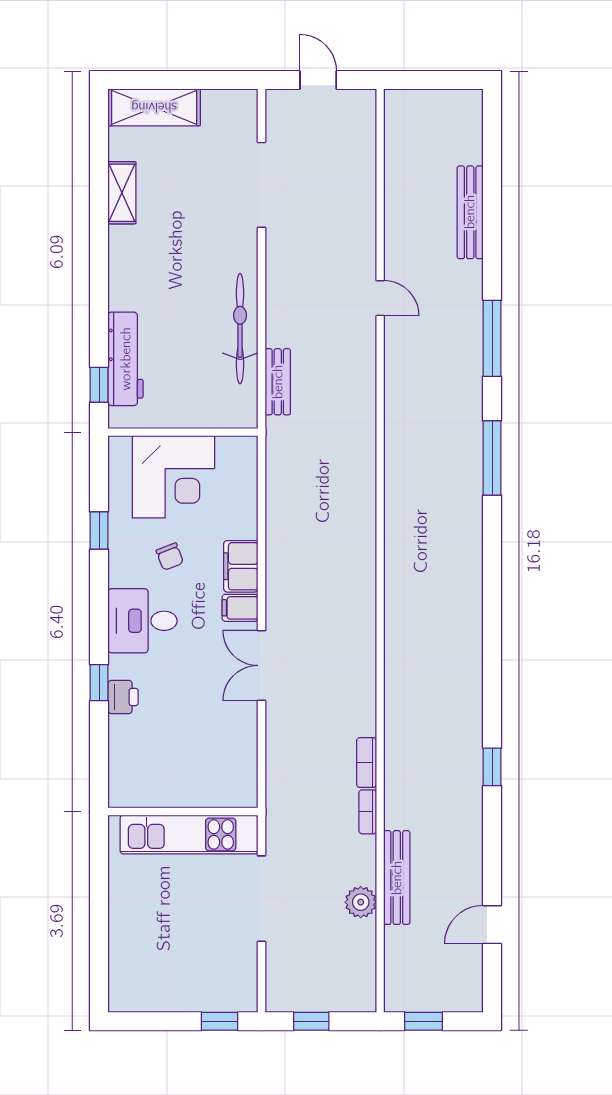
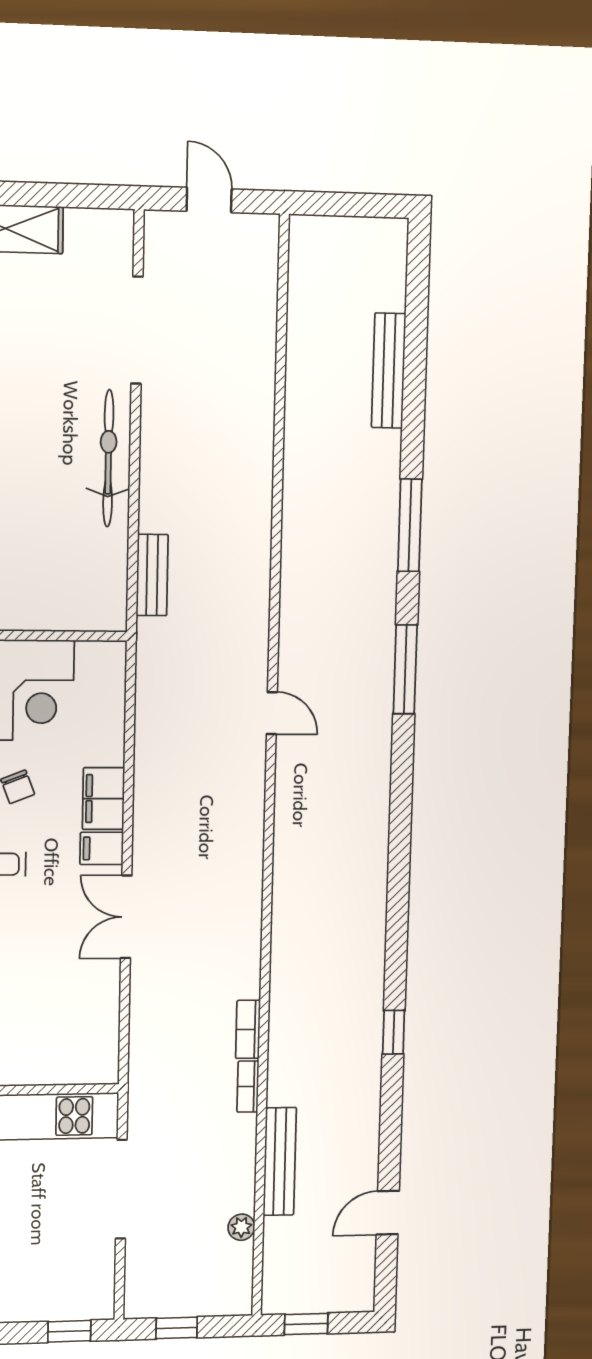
door: (380, 298) -> (272, 713), moved
bicycle: (240, 329) -> (108, 458), moved
plant: (361, 902) -> (241, 1227), moved, width x0.73, depth x0.73

